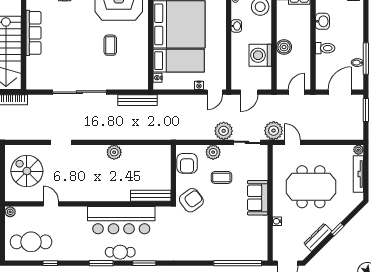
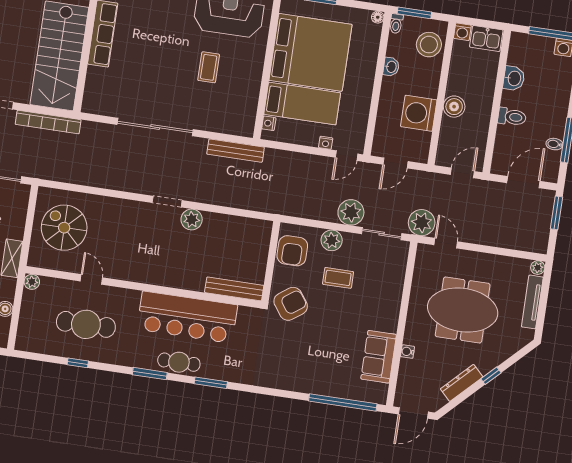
doorway: (61, 142) -> (167, 202), moved
sofa: (258, 198) -> (379, 357), moved
cafe table: (31, 242) -> (86, 324), moved

